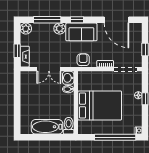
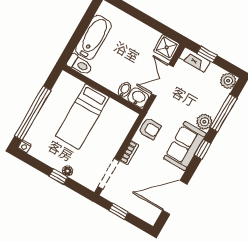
shower: (27, 78) -> (167, 47), added
bed: (100, 105) -> (82, 117), width x0.67

